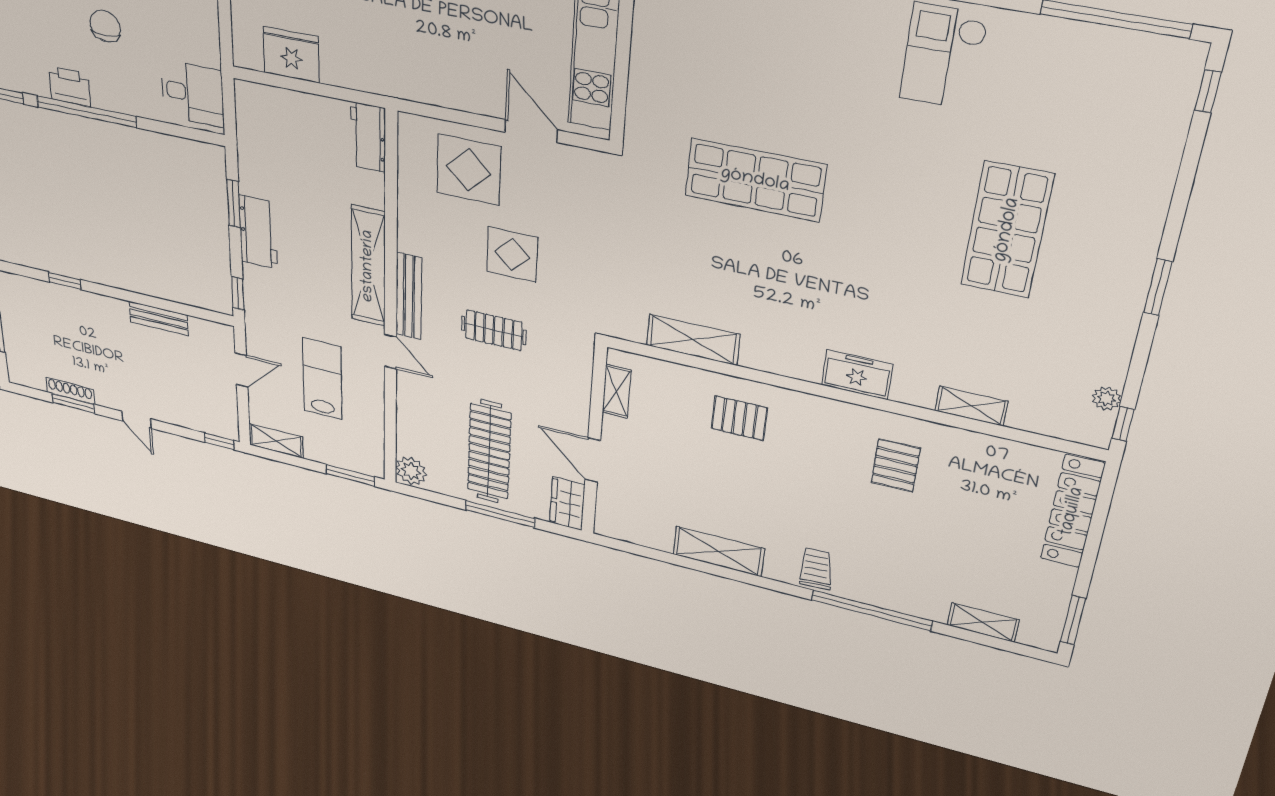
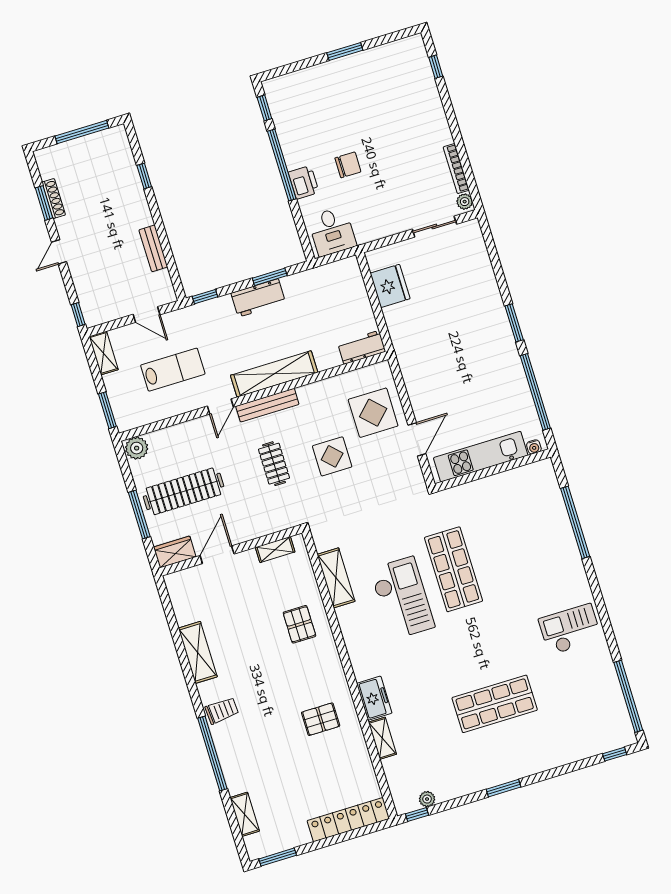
printer: (70, 86) -> (304, 182), moved
checkout: (766, 272) -> (402, 598), added
freezer: (857, 375) -> (374, 698), moved

